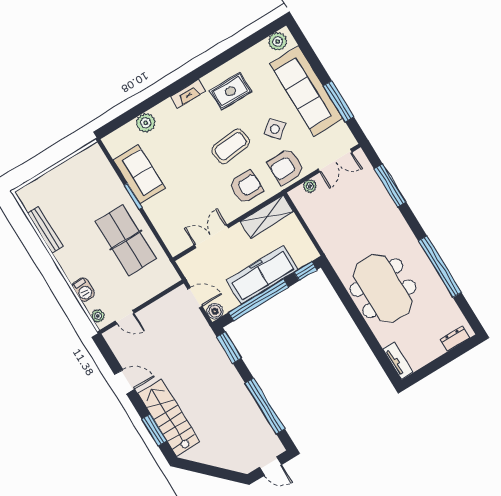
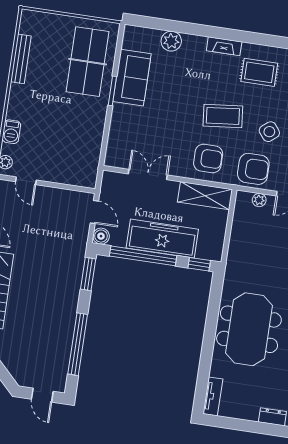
armchair: (286, 167) -> (253, 169), turned 180
table tennis table: (126, 240) -> (88, 62), moved

